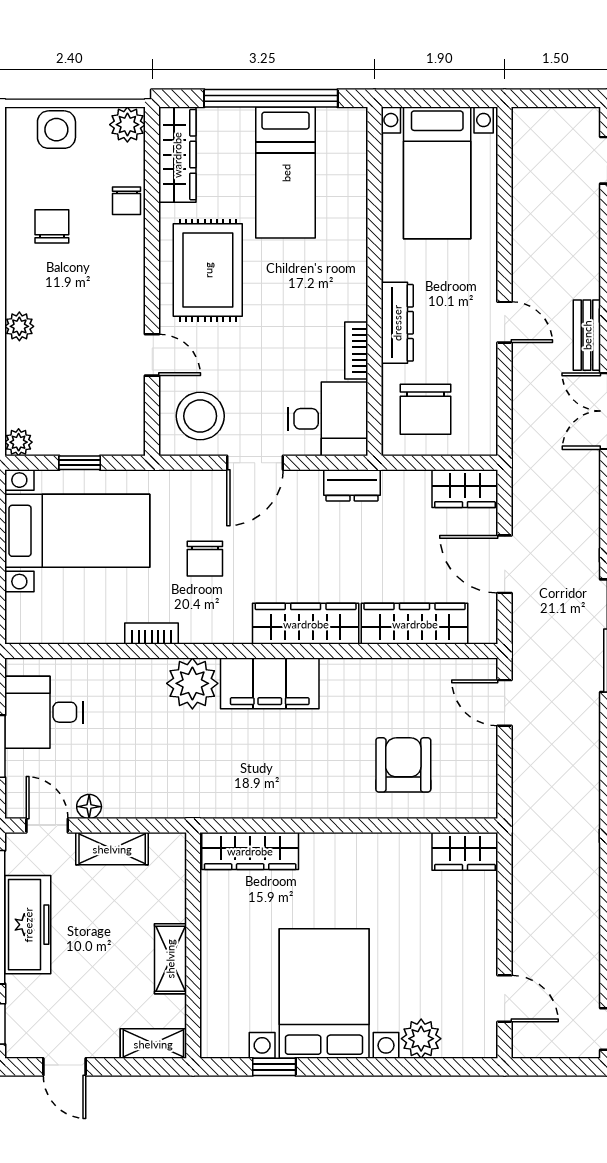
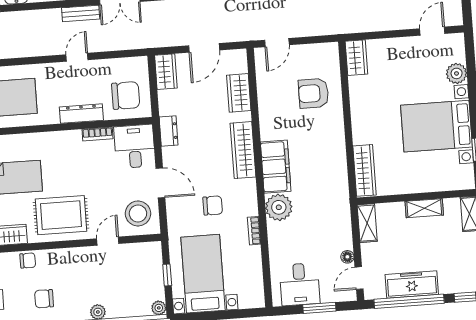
wardrobe: (415, 624) -> (239, 93), width x0.67
shelving: (112, 849) -> (367, 223), moved

